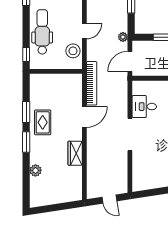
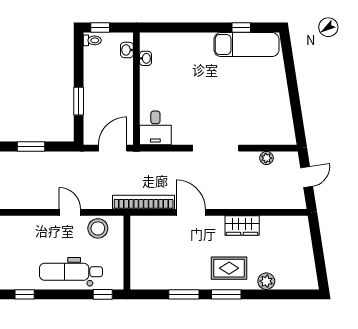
plant: (123, 37) -> (266, 158), moved
door: (130, 61) -> (113, 148), swing flipped
desk: (144, 107) -> (155, 128), moved
rug: (43, 122) -> (229, 268), moved

